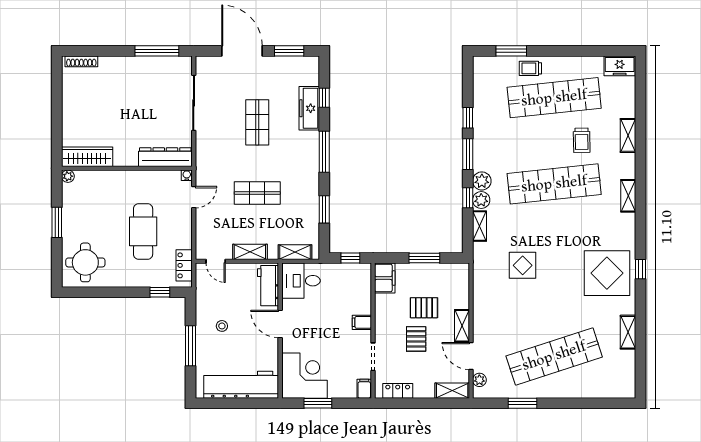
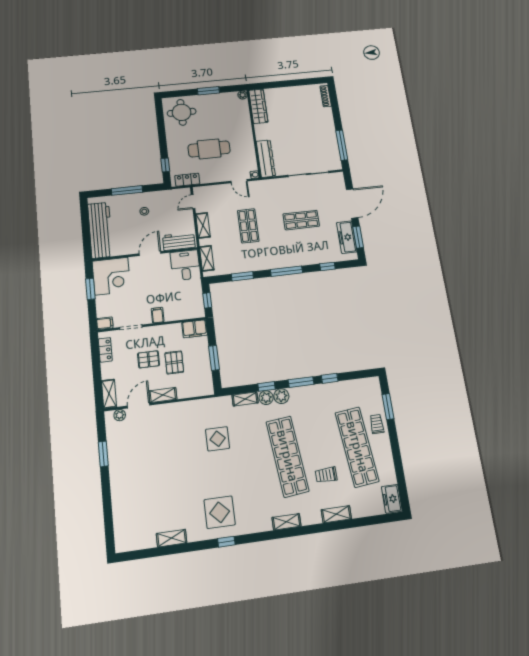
freezer: (309, 108) -> (347, 237), moved, turned -90
display table: (607, 273) -> (220, 512), width x0.73, depth x0.73
shop shelf: (554, 356) -> (145, 476), removed

